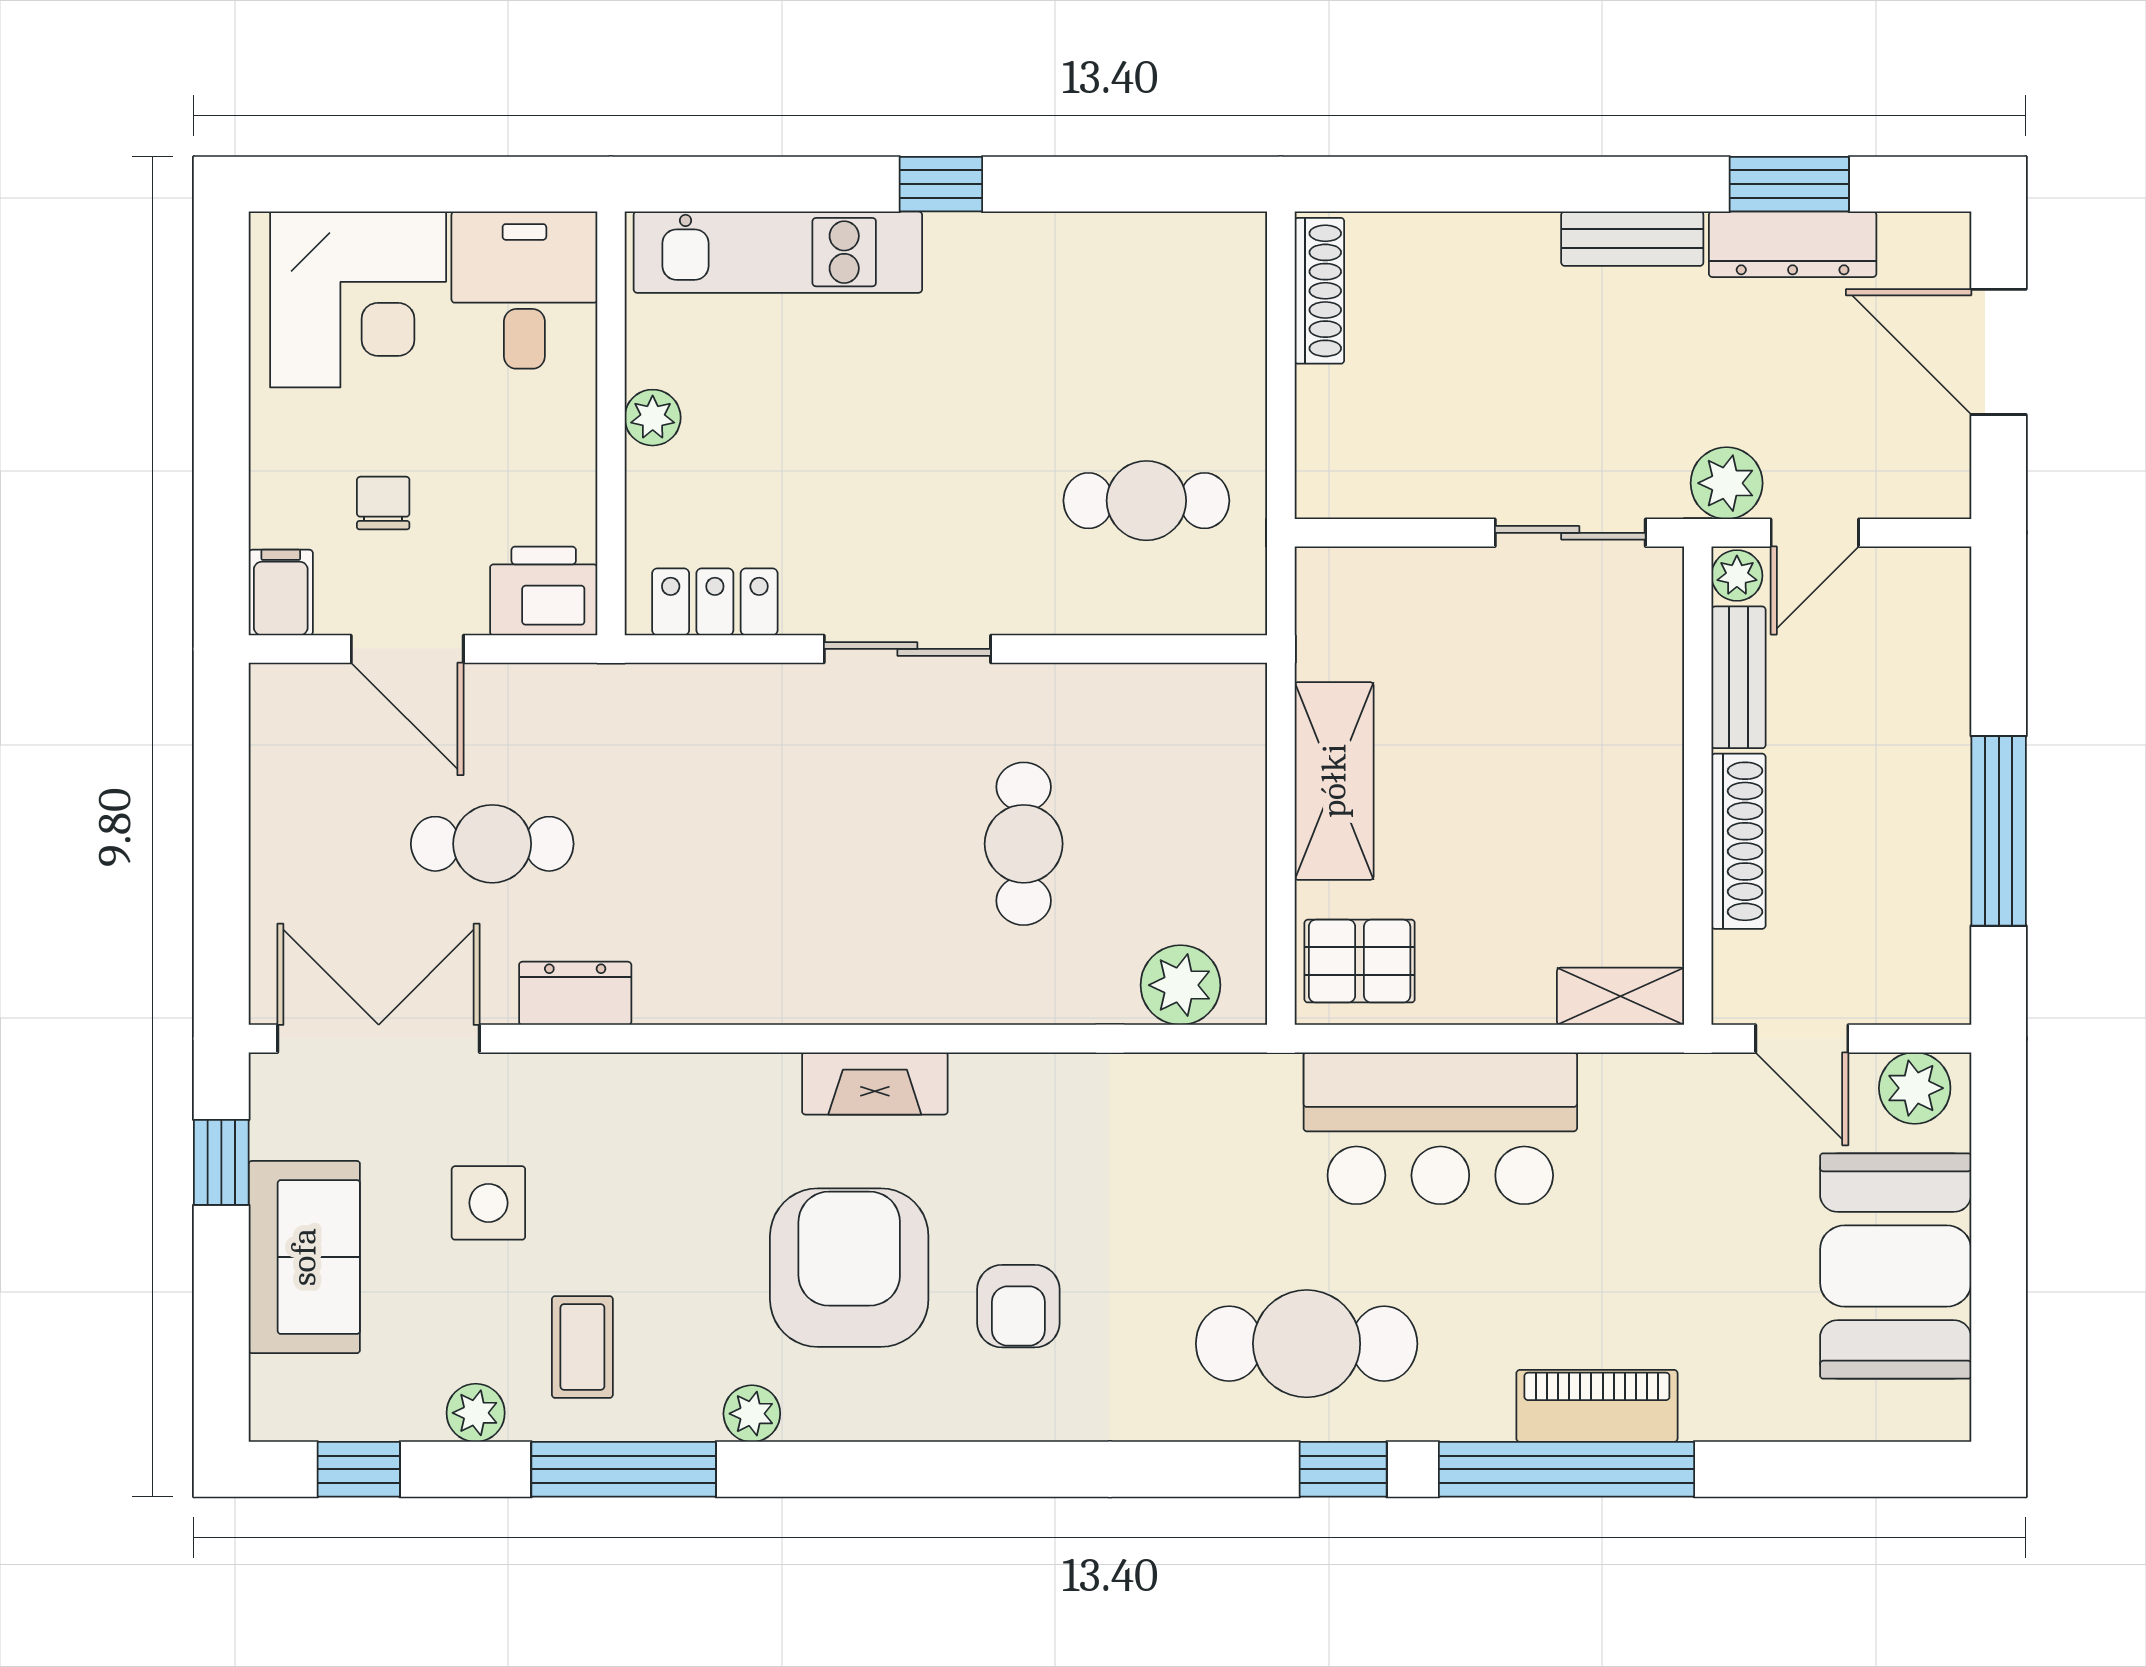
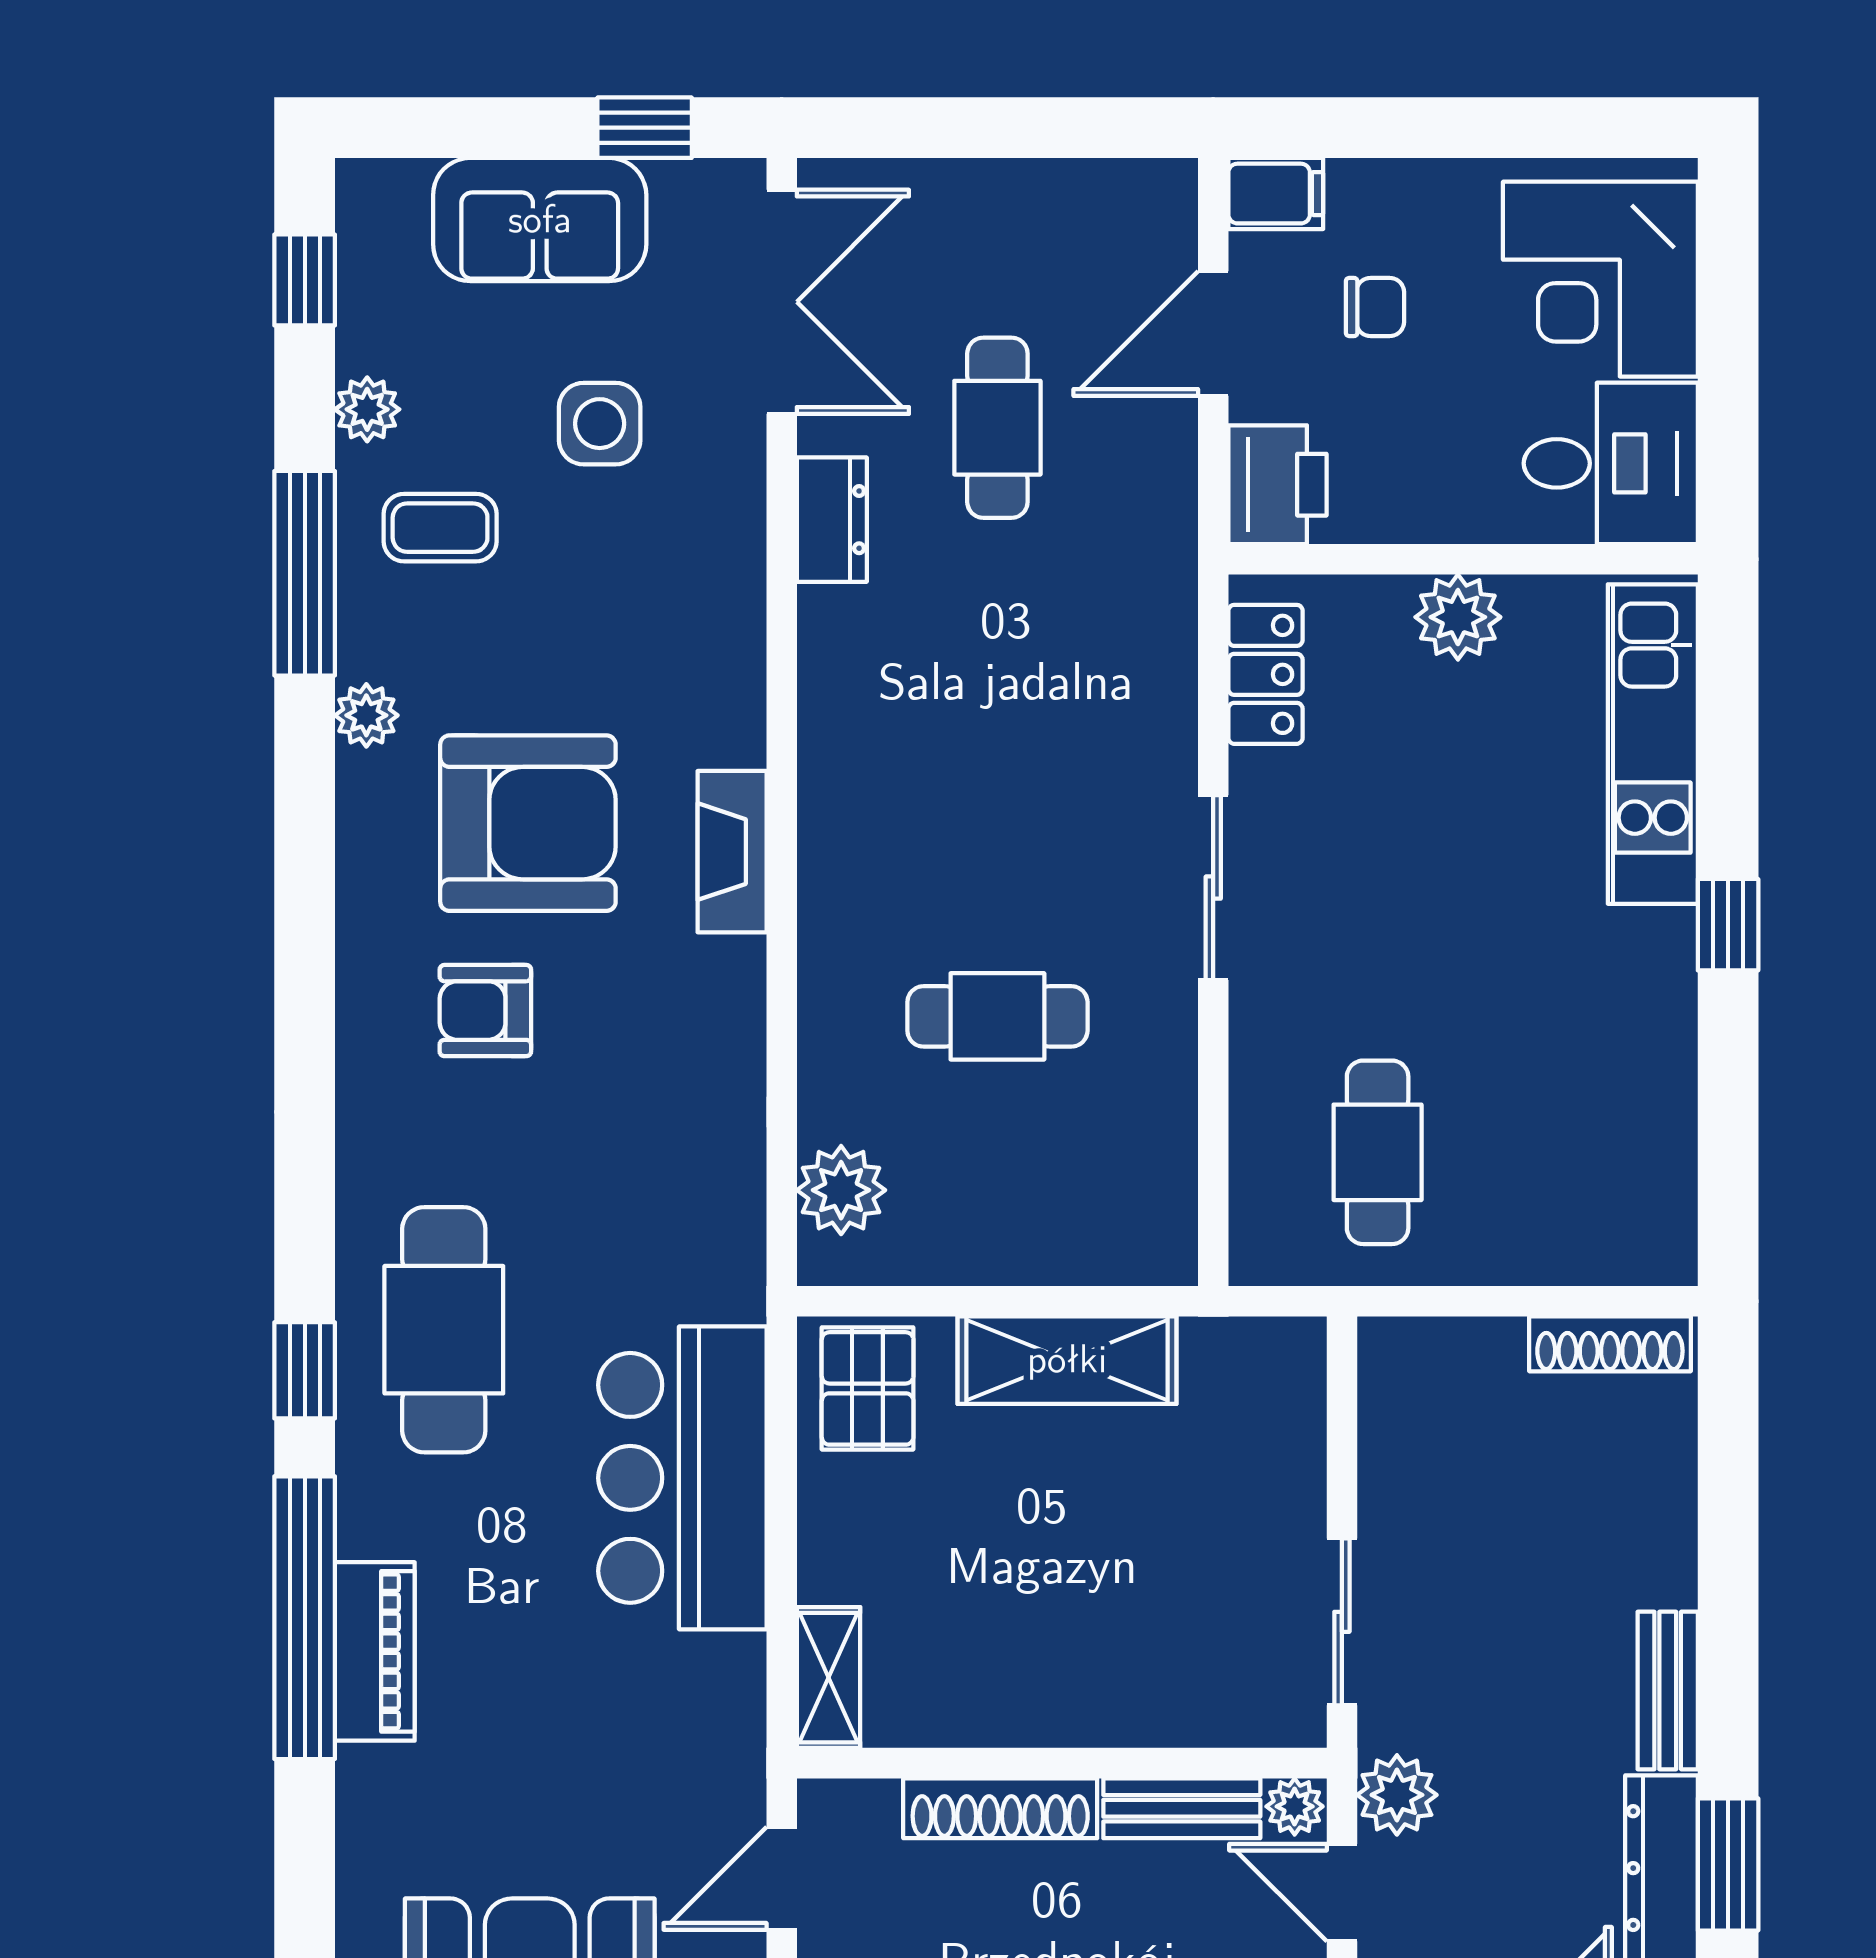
plant: (653, 418) -> (1458, 617), width x1.38, depth x1.38

